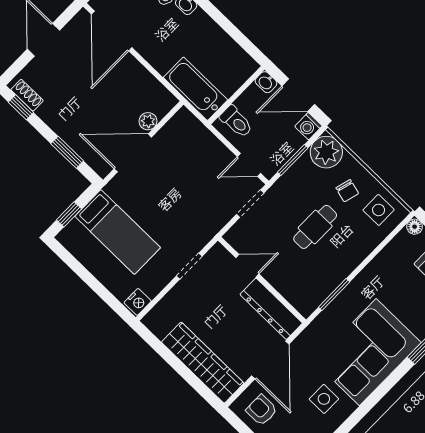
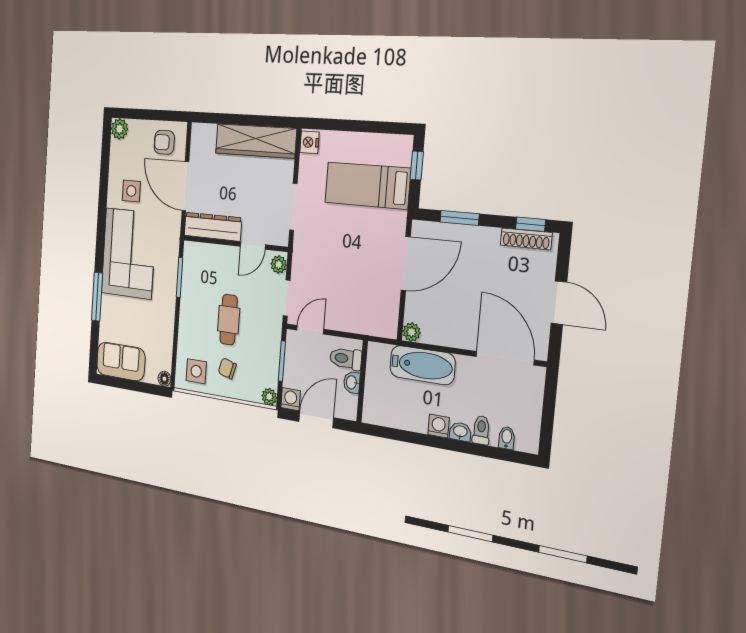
washing machine: (200, 20) -> (438, 426), added
washbasin: (266, 82) -> (352, 382), moved, turned -90
bathtub: (195, 89) -> (422, 365), moved
shoe rack: (27, 95) -> (526, 239), width x1.43
plant: (148, 121) -> (412, 332), moved
plant: (326, 152) -> (269, 397), width x0.53, depth x0.53
plant: (237, 234) -> (279, 264), added
doorway: (189, 266) -> (293, 207), width x1.38
wardrobe: (203, 363) -> (256, 141), moved
armchair: (262, 410) -> (164, 142), turned 180

